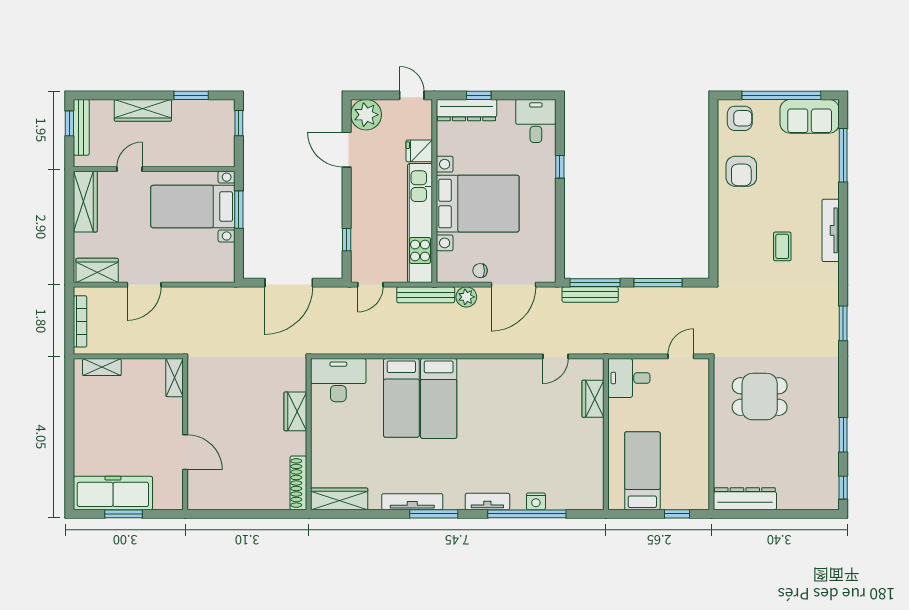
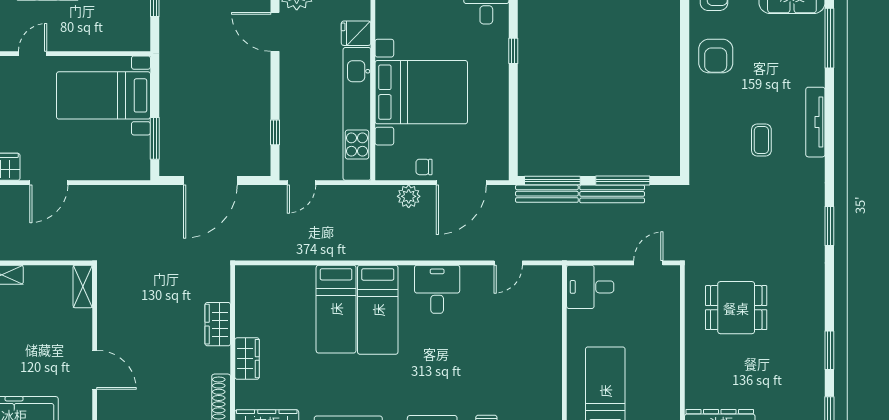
window: (239, 210) -> (155, 138), moved
bench: (426, 295) -> (612, 194), moved
desk: (338, 380) -> (437, 289), moved, width x0.73
wardrobe: (593, 399) -> (247, 359), moved, turned 180

